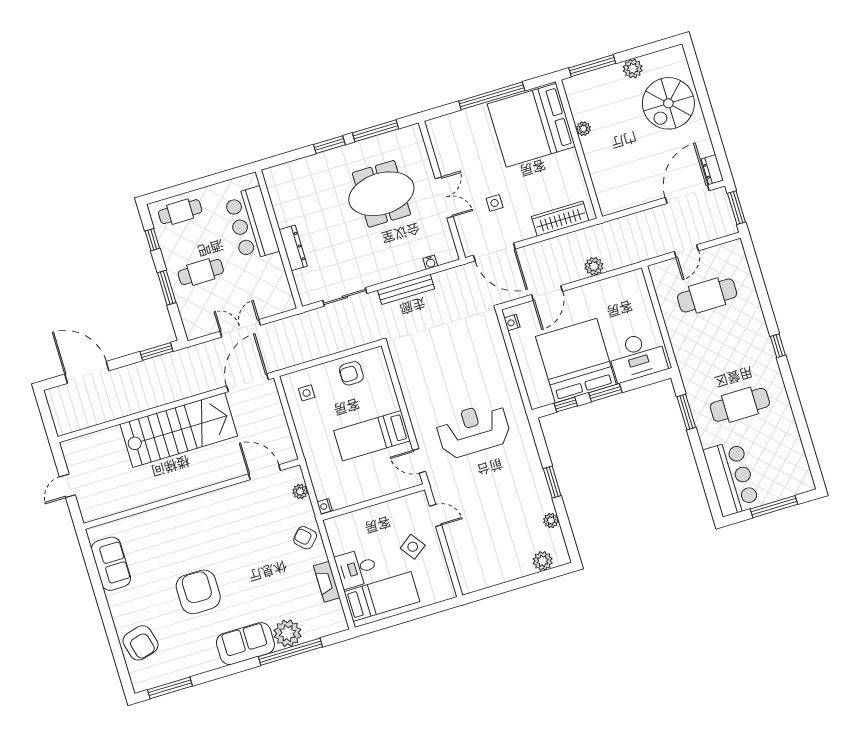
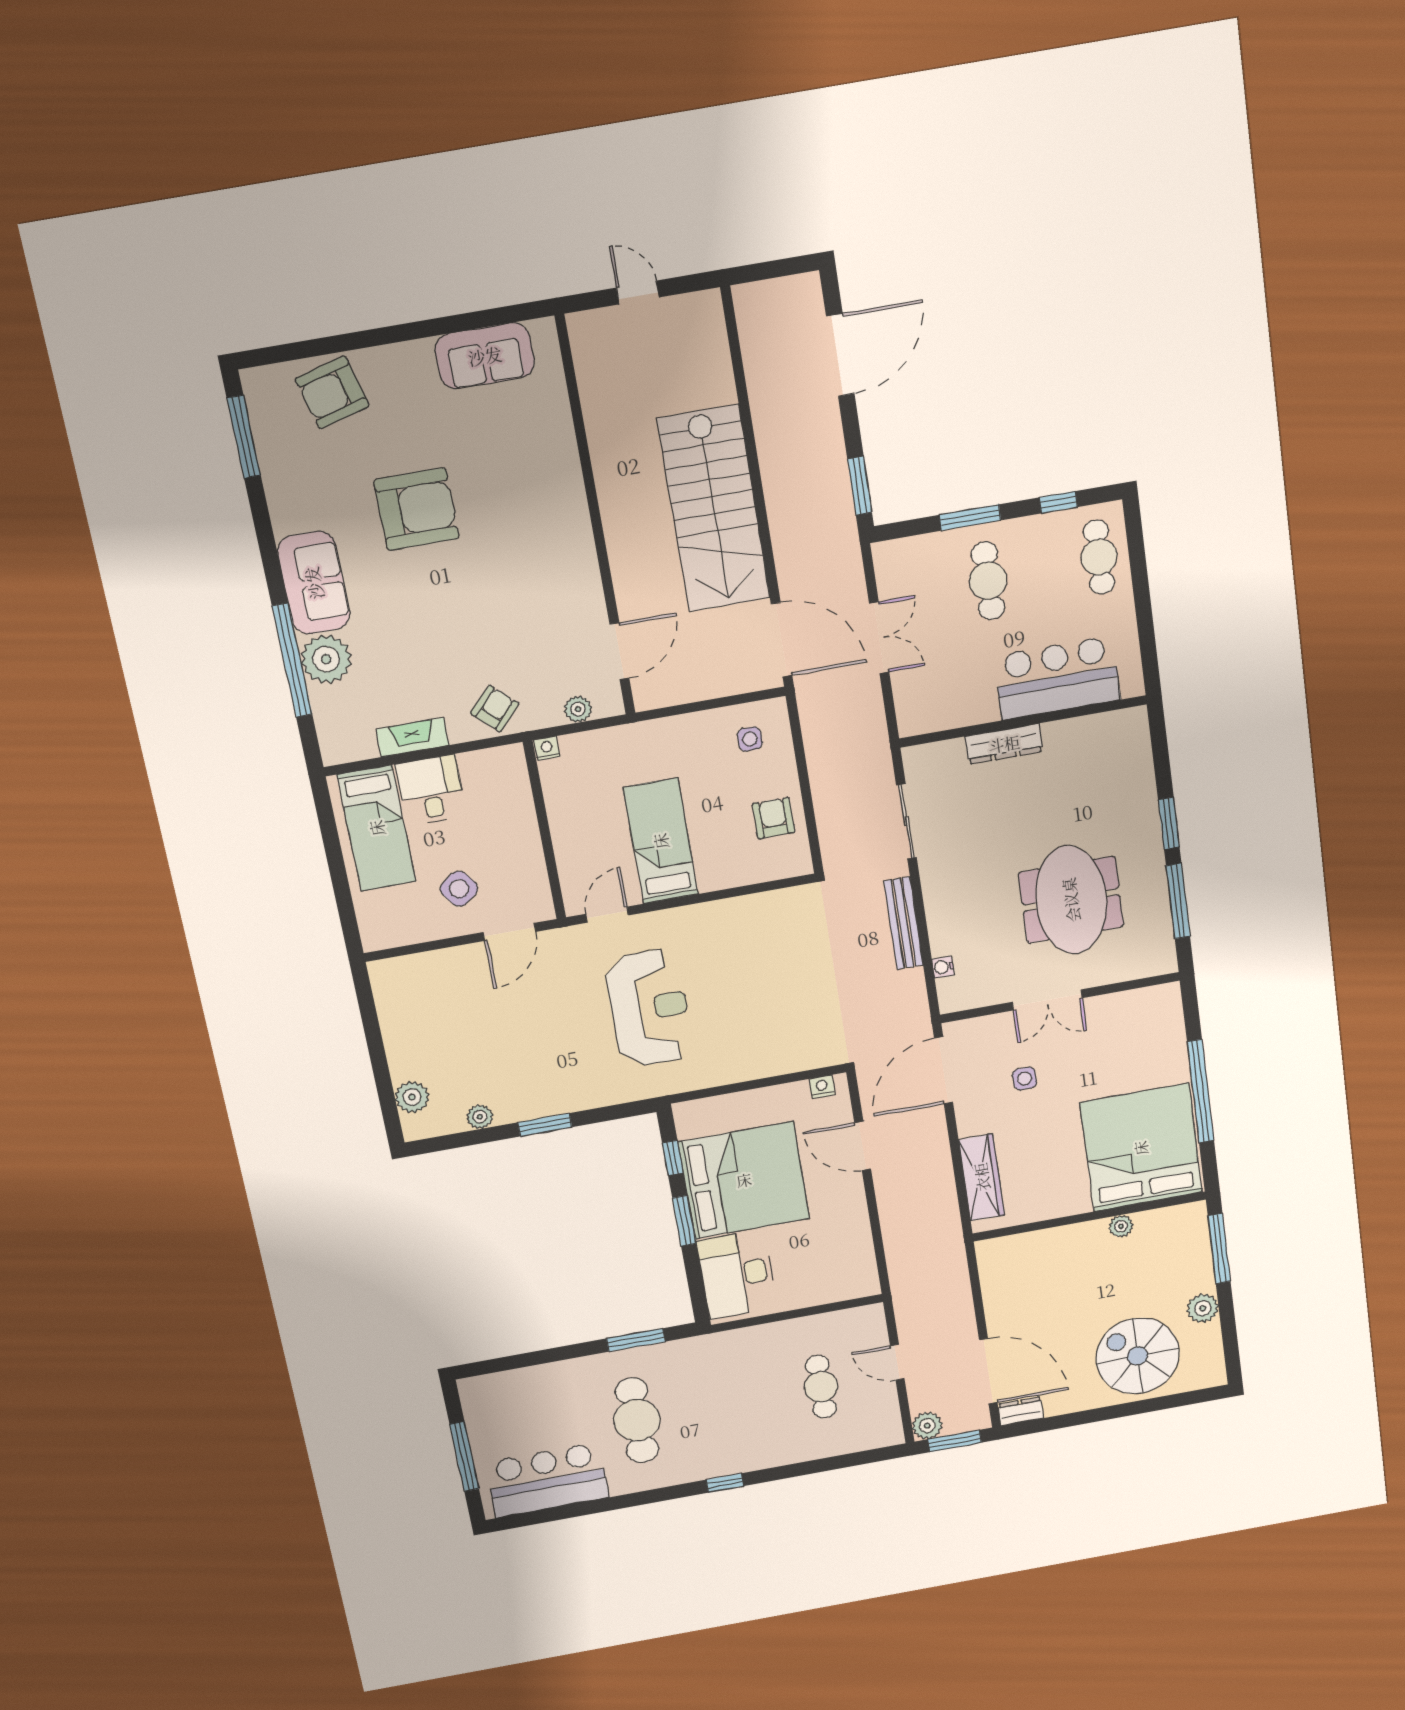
plant: (594, 266) -> (927, 1426), moved
cafe table: (707, 296) -> (821, 1387), width x0.73, depth x0.74
bar counter: (731, 478) -> (547, 1480), moved, turned 180
door: (436, 515) -> (509, 932), width x1.38

